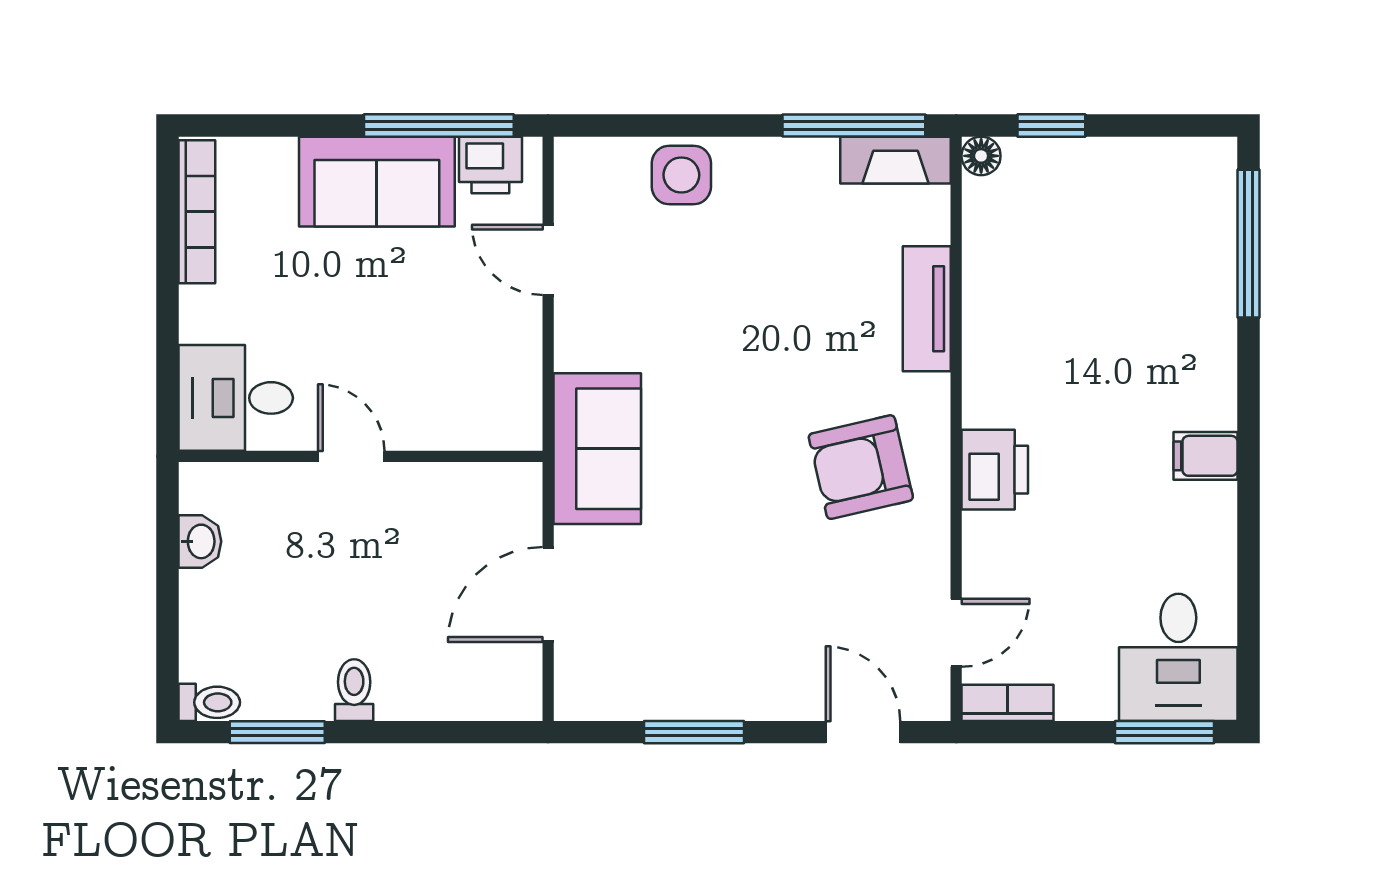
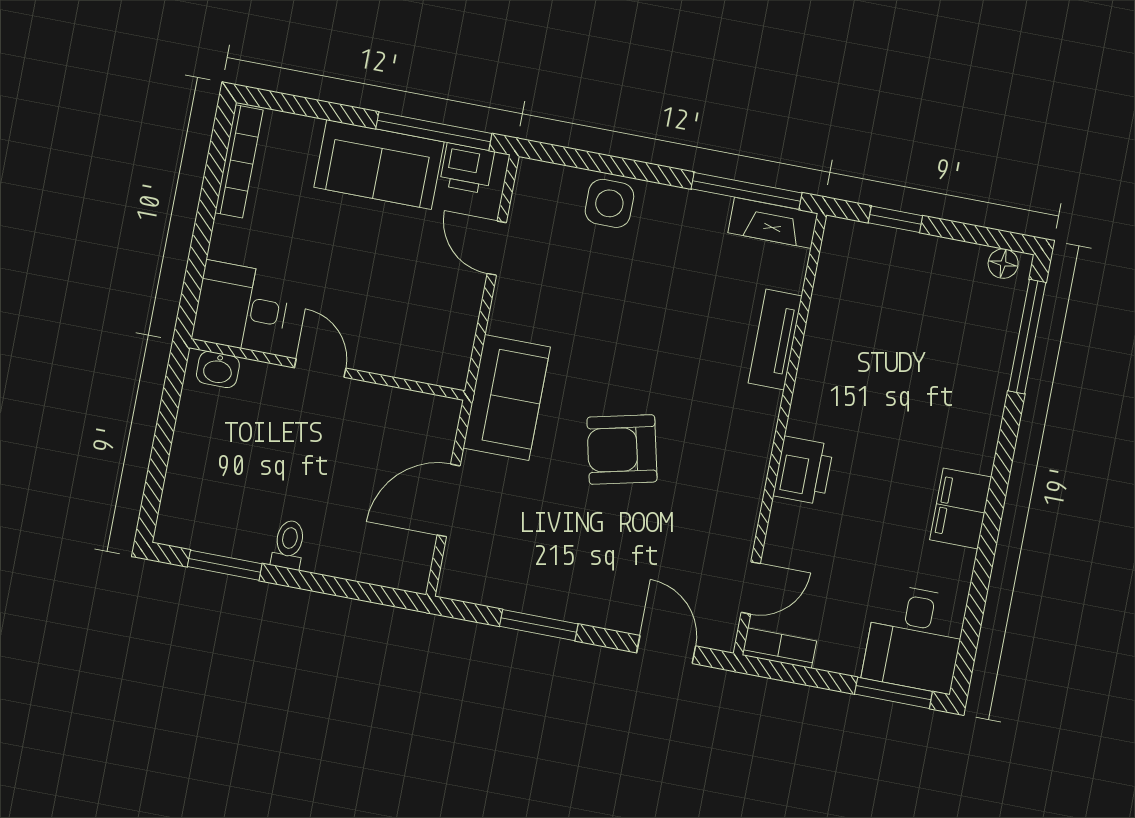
floor lamp: (981, 156) -> (1003, 264), moved
filing cabinet: (1206, 456) -> (961, 508), width x2.00
armchair: (861, 467) -> (622, 450), moved
washbasin: (200, 541) -> (218, 370), moved, turned 90
toilet: (209, 702) -> (178, 533), removed

